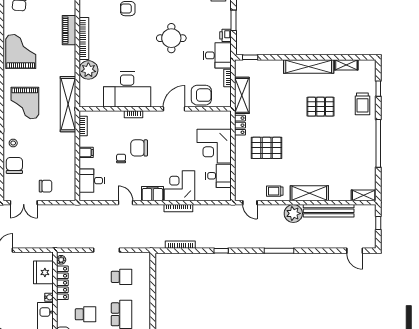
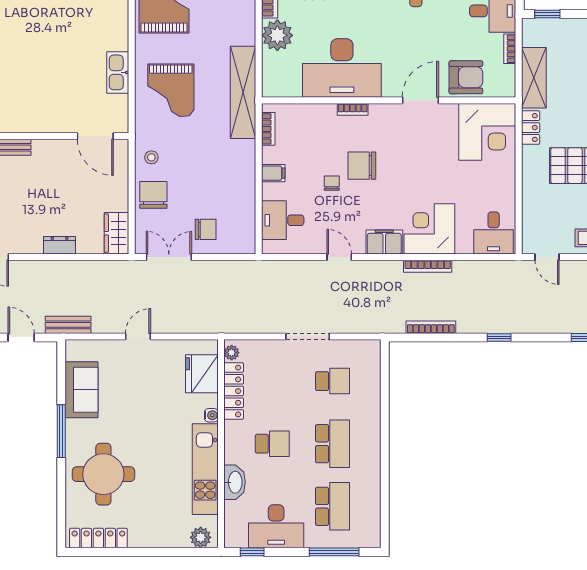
corner desk: (214, 146) -> (487, 132), moved, turned -90
desk: (218, 176) -> (494, 233), moved, turned 90
double door: (24, 203) -> (169, 257), swing flipped

